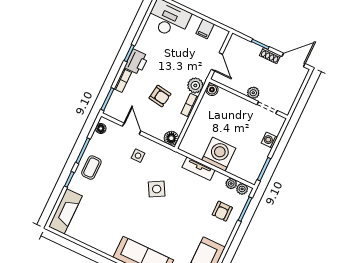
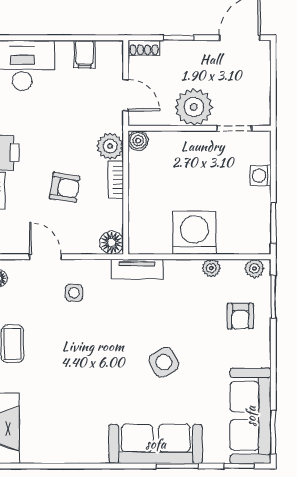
shoe rack: (270, 56) -> (144, 48), moved
plant: (253, 93) -> (194, 107), width x1.88, depth x1.88
tv unit: (199, 169) -> (137, 269), moved
plant: (231, 184) -> (211, 268), moved
side table: (157, 189) -> (164, 362), moved

